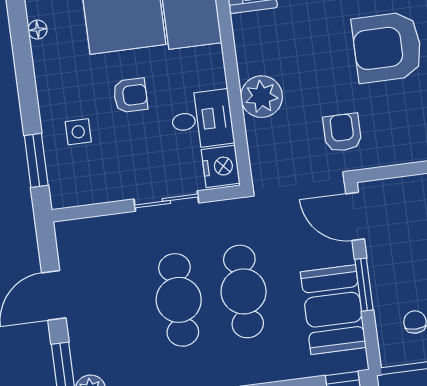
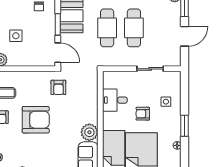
plant: (262, 97) -> (89, 132), moved
window: (36, 160) -> (185, 126), moved
nightstand: (221, 166) -> (110, 80), removed
sliding door: (166, 201) -> (150, 69), moved

